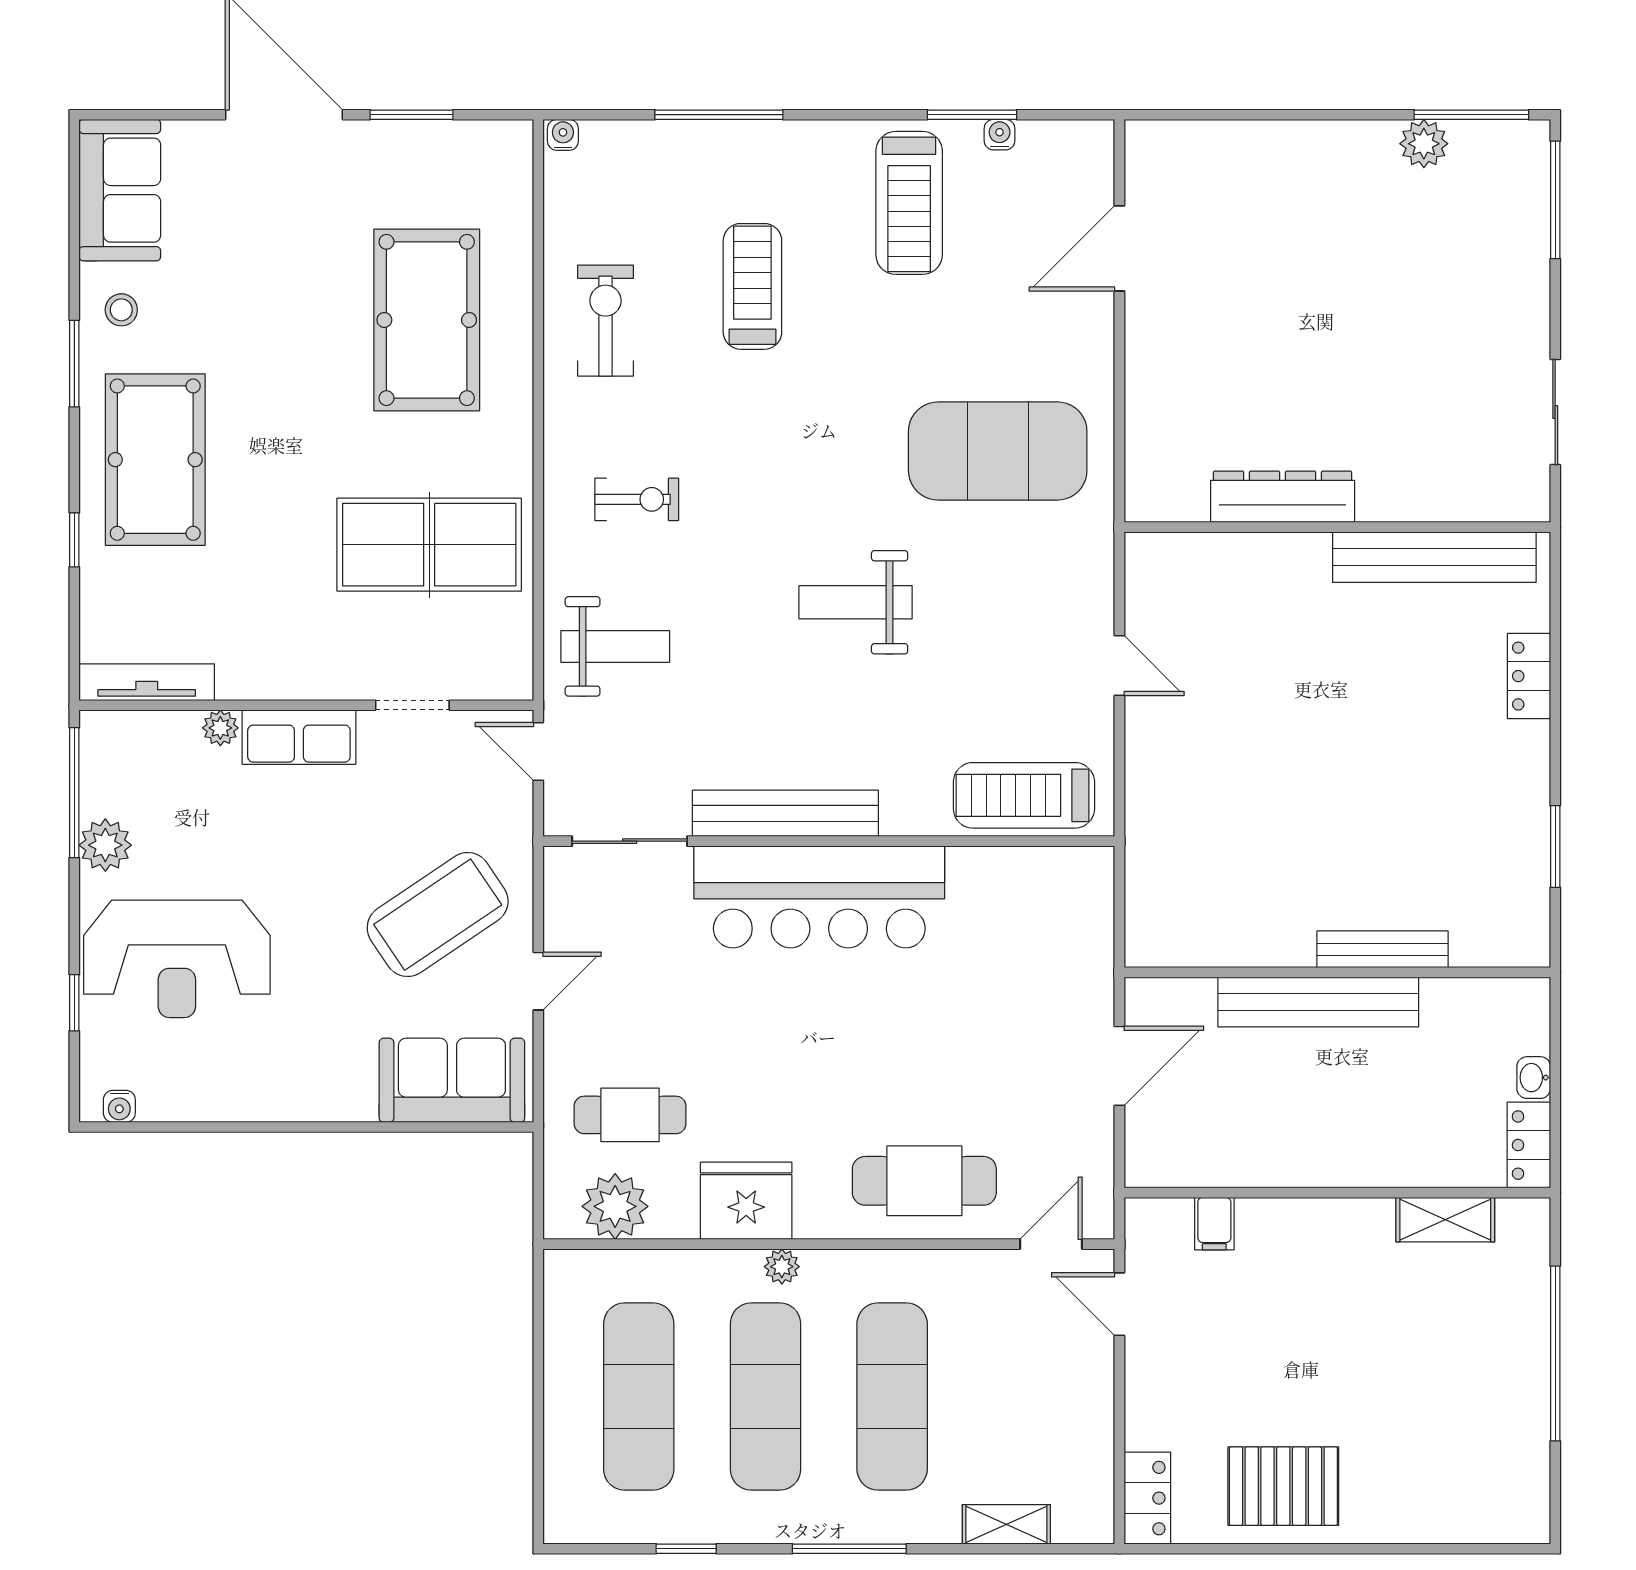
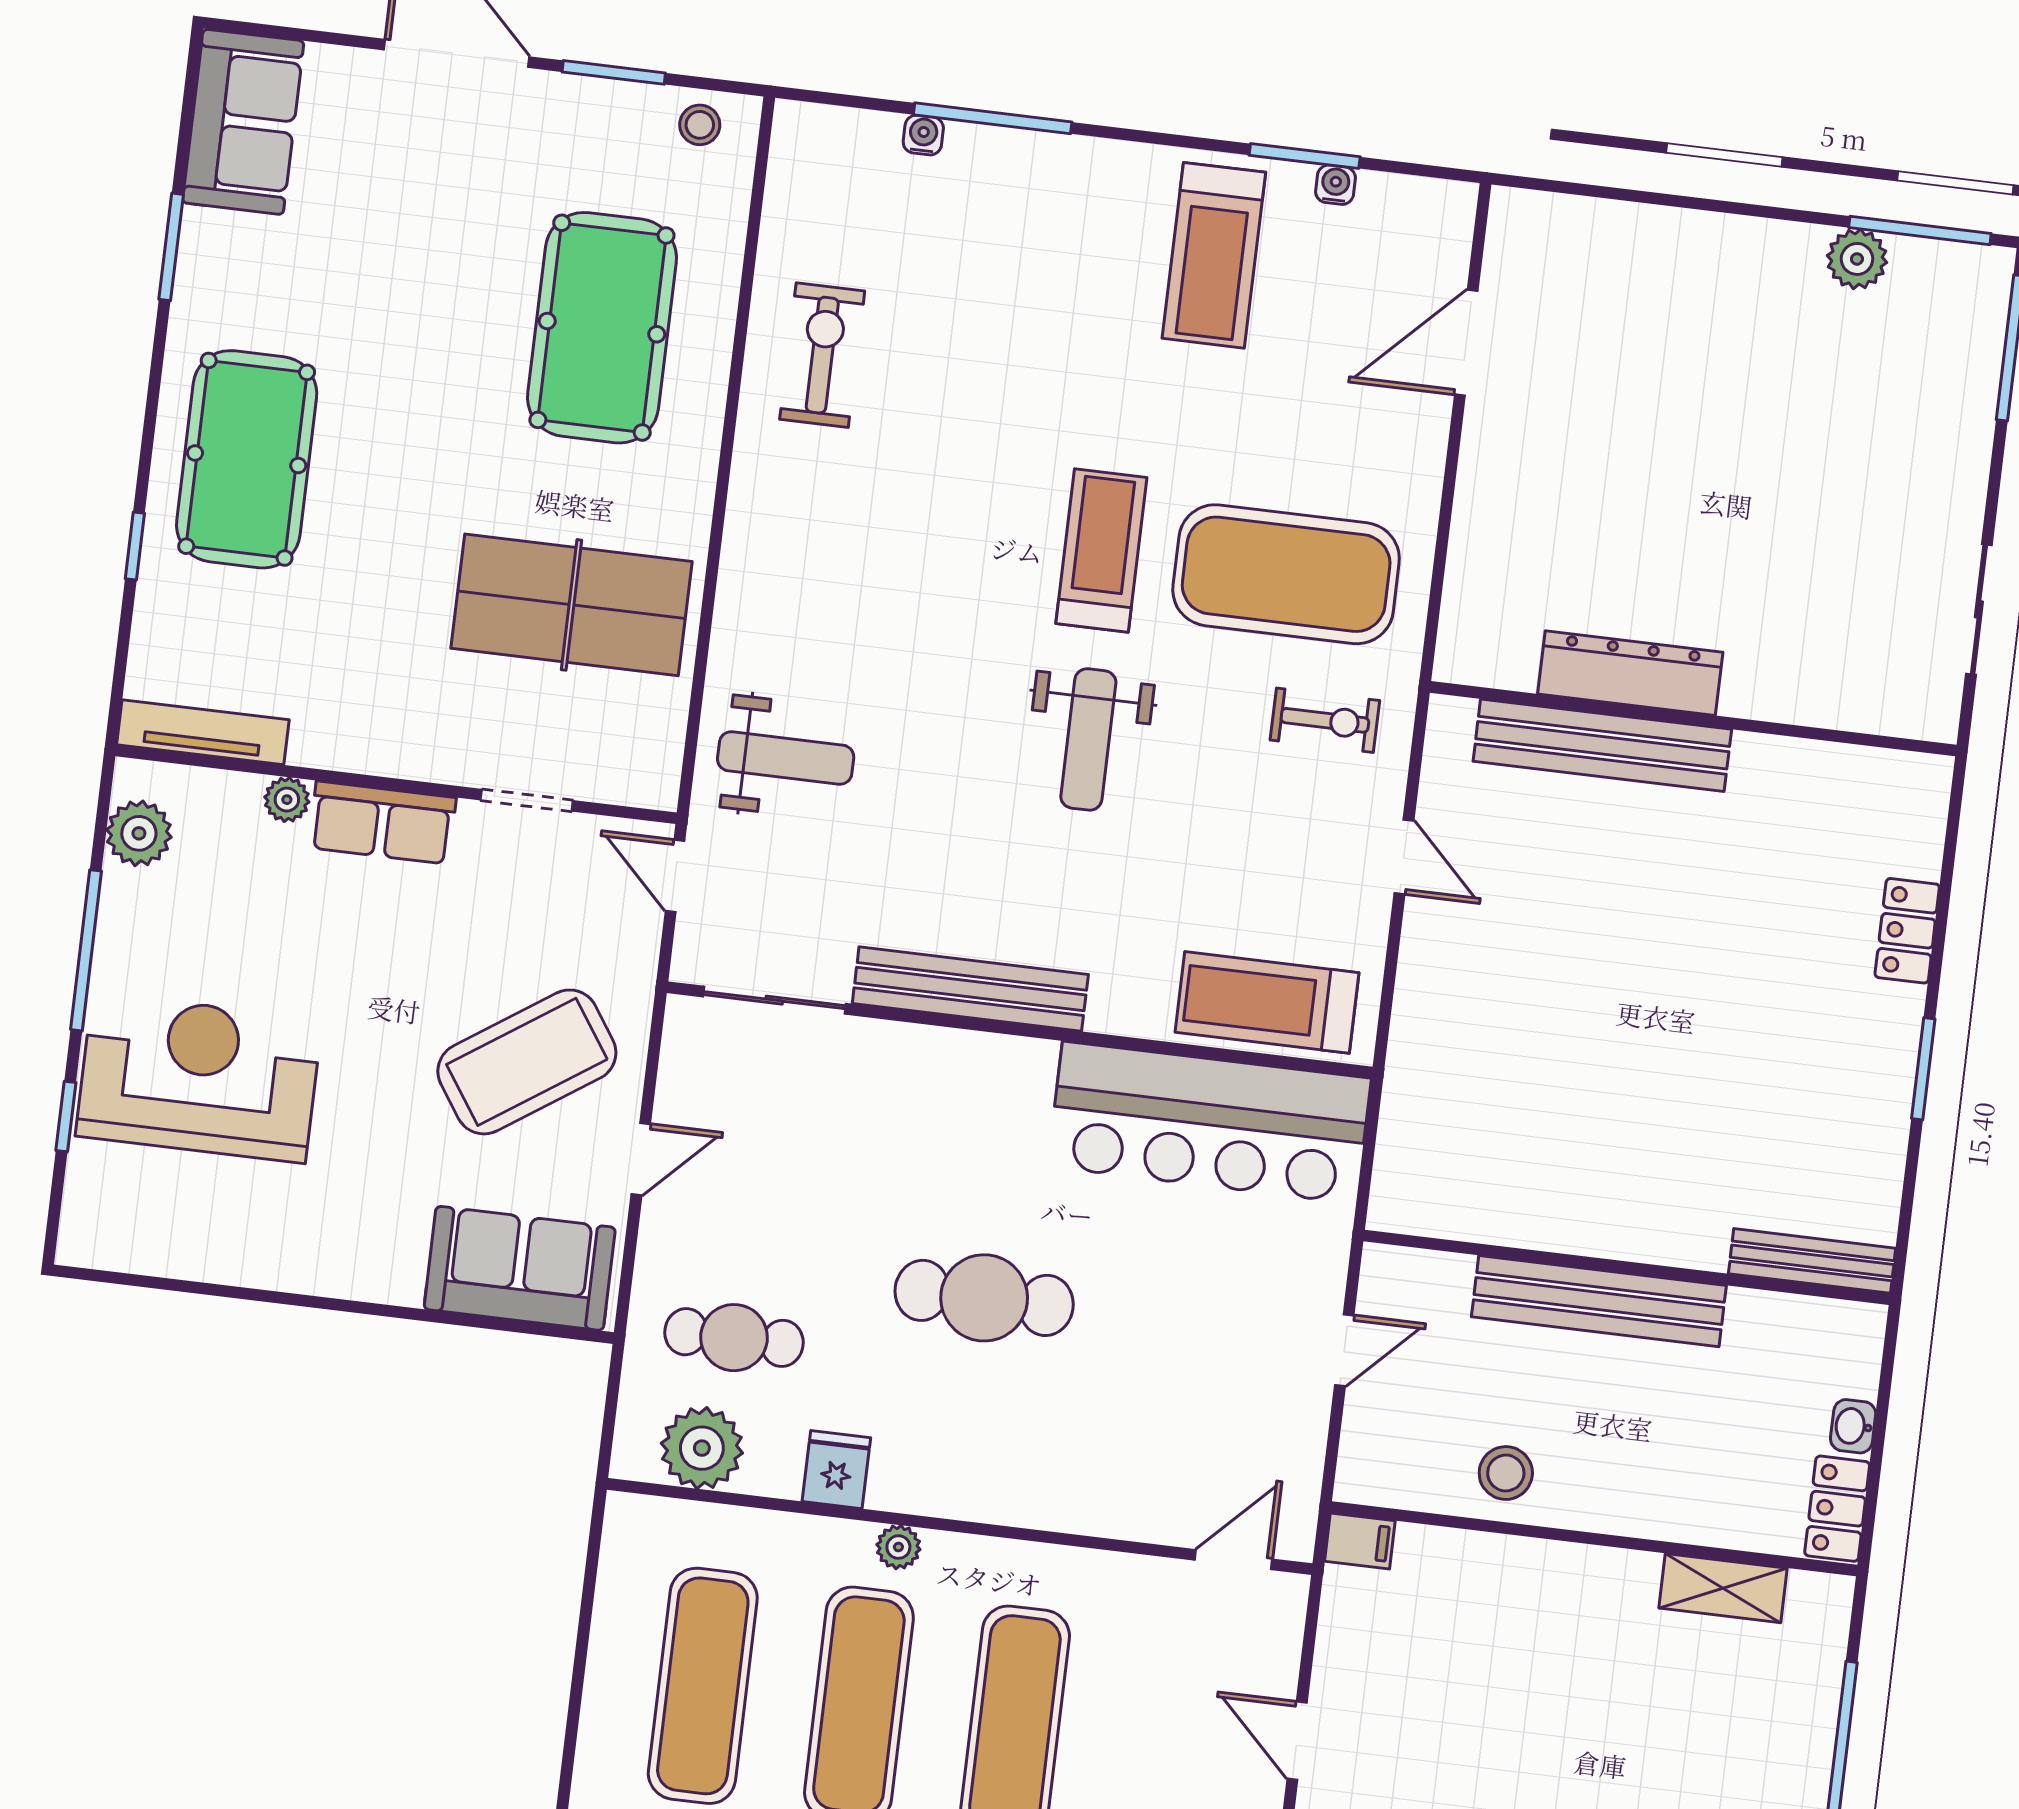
water cooler: (563, 135) -> (923, 135), moved
treadmill: (752, 286) -> (1101, 551), moved
stool: (121, 310) -> (700, 125), moved
window: (74, 364) -> (171, 247), moved
exercise bike: (637, 499) -> (1325, 720), moved
bench: (1434, 557) -> (1602, 745), moved
weight bench: (856, 602) -> (1088, 739), turned -90
window: (74, 793) -> (86, 950), moved
plant: (105, 845) -> (139, 833), moved
window: (1555, 846) -> (1923, 1069), moved
bar counter: (819, 897) -> (1209, 1122), moved
bench: (1383, 949) -> (1812, 1261), moved
reception desk: (177, 959) -> (199, 1078), turned 180
door: (1119, 1066) -> (1344, 1350), width x0.73
water cooler: (119, 1106) -> (106, 1251), removed
stool: (1260, 1149) -> (1506, 1473), added
cafe table: (924, 1181) -> (984, 1298), moved
fridge: (746, 1201) -> (836, 1470), width x0.53, depth x0.75
filing cabinet: (1214, 1224) -> (1360, 1541), moved, turned -90
door: (1119, 1304) -> (1297, 1741), moved

